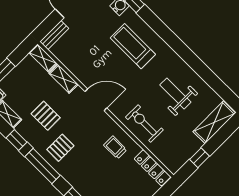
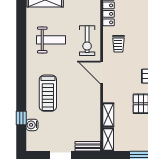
weight bench: (175, 94) -> (51, 40), turned -90
door: (96, 100) -> (102, 73), moved

